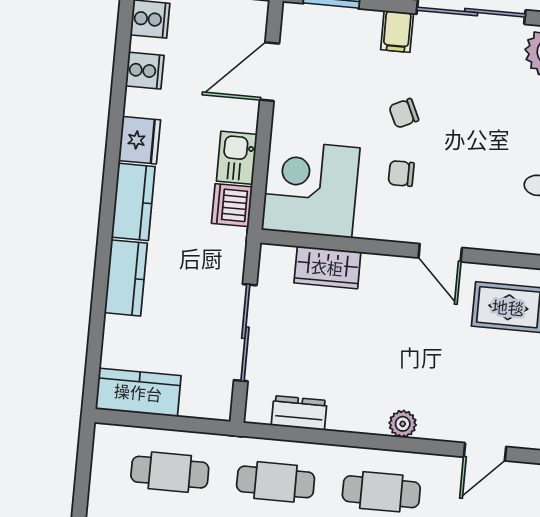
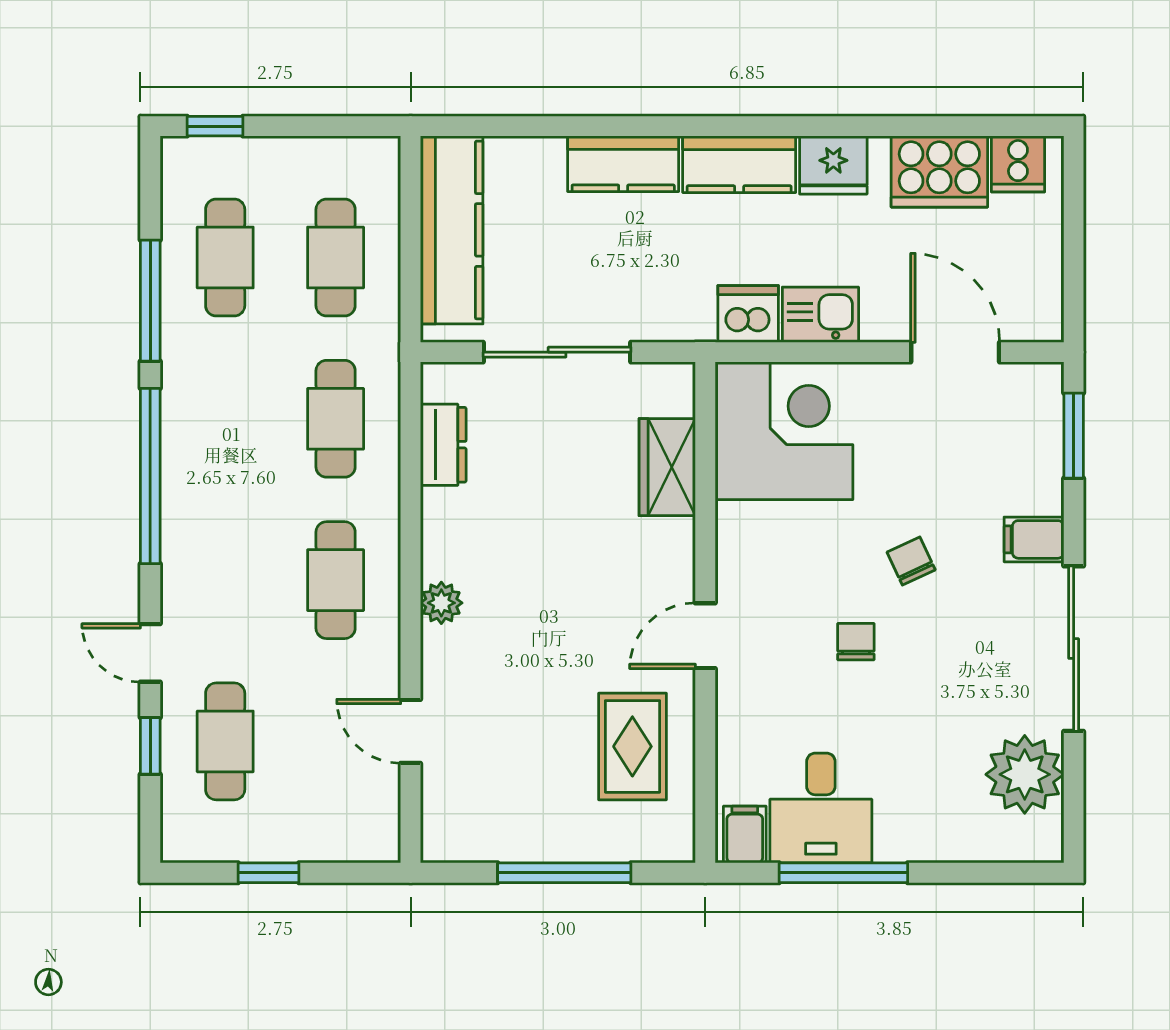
cooker: (145, 71) -> (939, 172), width x1.87, depth x1.31
chair: (401, 173) -> (856, 642), moved
kitchen counter: (138, 392) -> (452, 230), width x1.50

